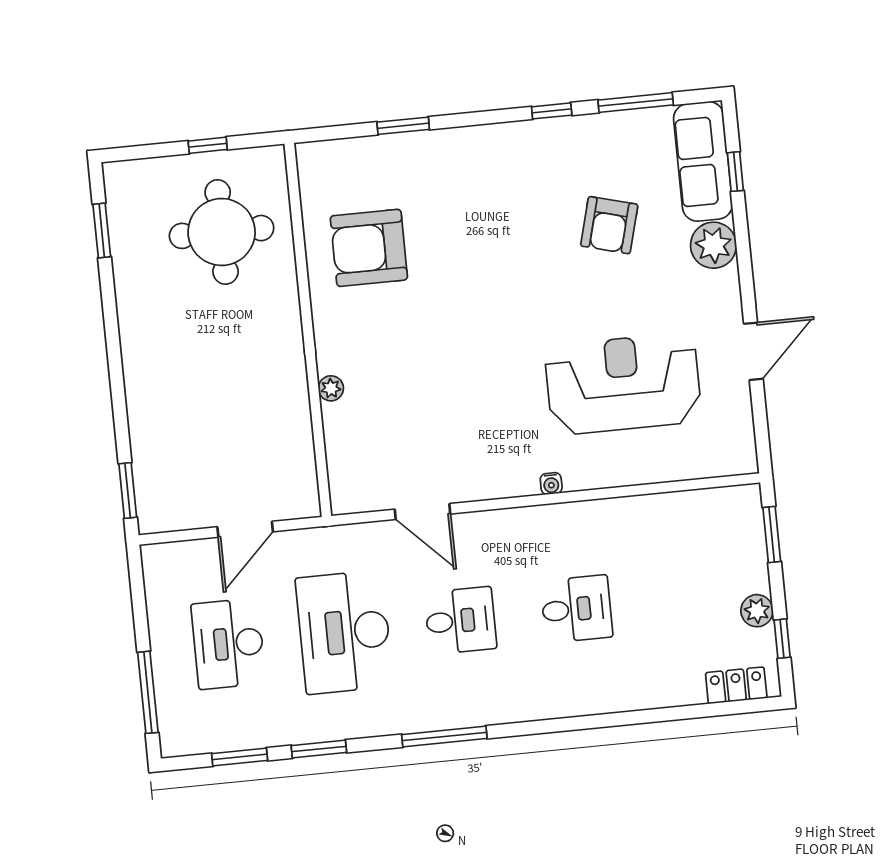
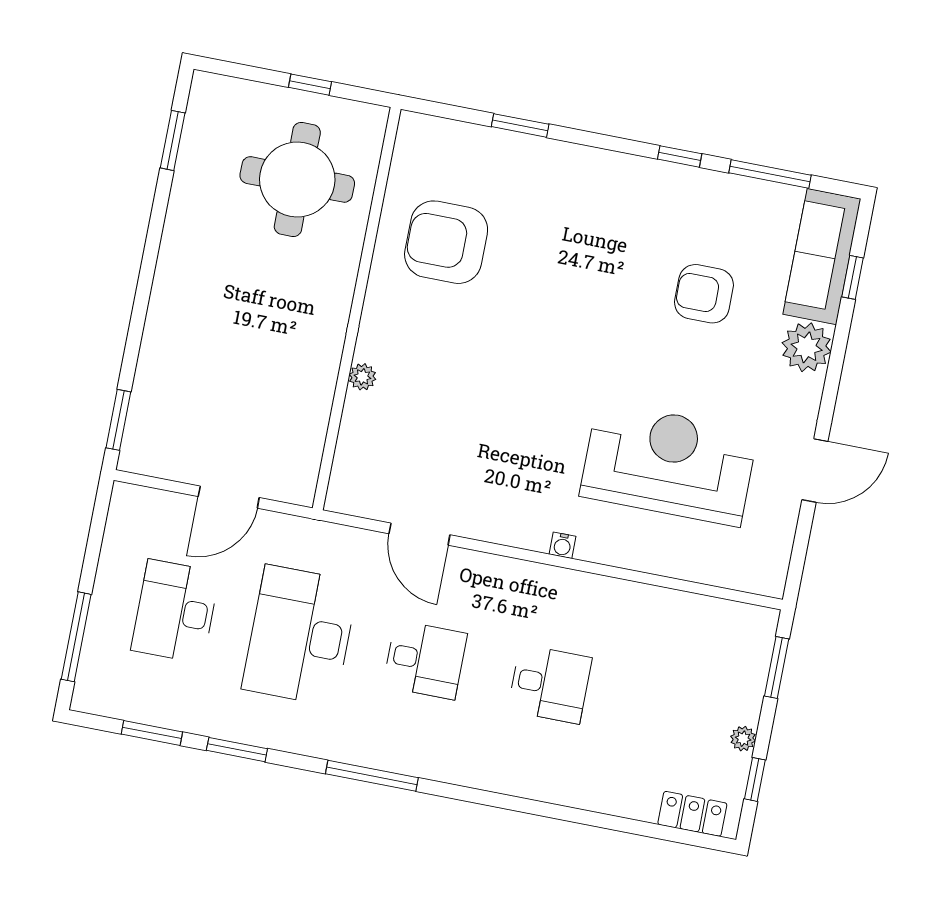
armchair: (609, 225) -> (704, 294), turned 75
plant: (757, 611) -> (743, 739), width x0.73, depth x0.73

